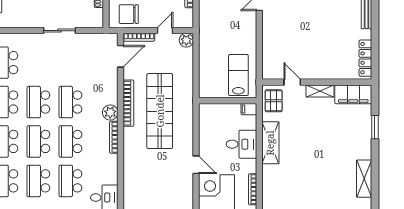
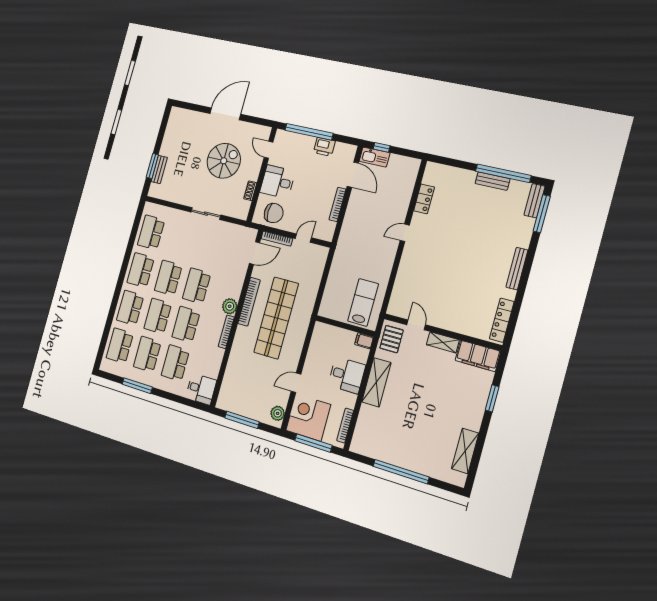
chair: (129, 14) -> (274, 213), turned 180
plant: (186, 40) -> (278, 413), moved
door: (196, 165) -> (296, 383), swing flipped

